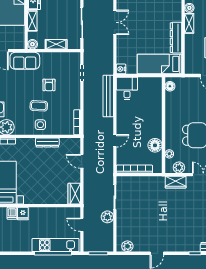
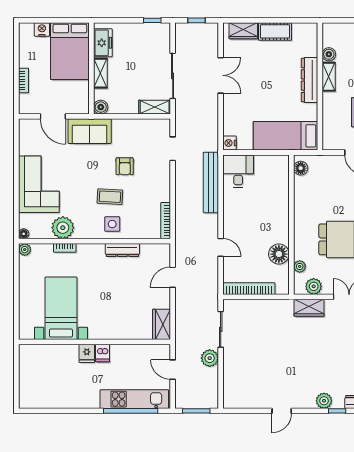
dresser: (176, 38) -> (309, 80), moved
shelving: (56, 44) -> (155, 107), moved
door: (115, 141) -> (221, 247), hinge flipped
door: (82, 161) -> (173, 277), hinge flipped
dishwasher: (12, 213) -> (103, 353), moved
plant: (127, 246) -> (324, 401), moved

